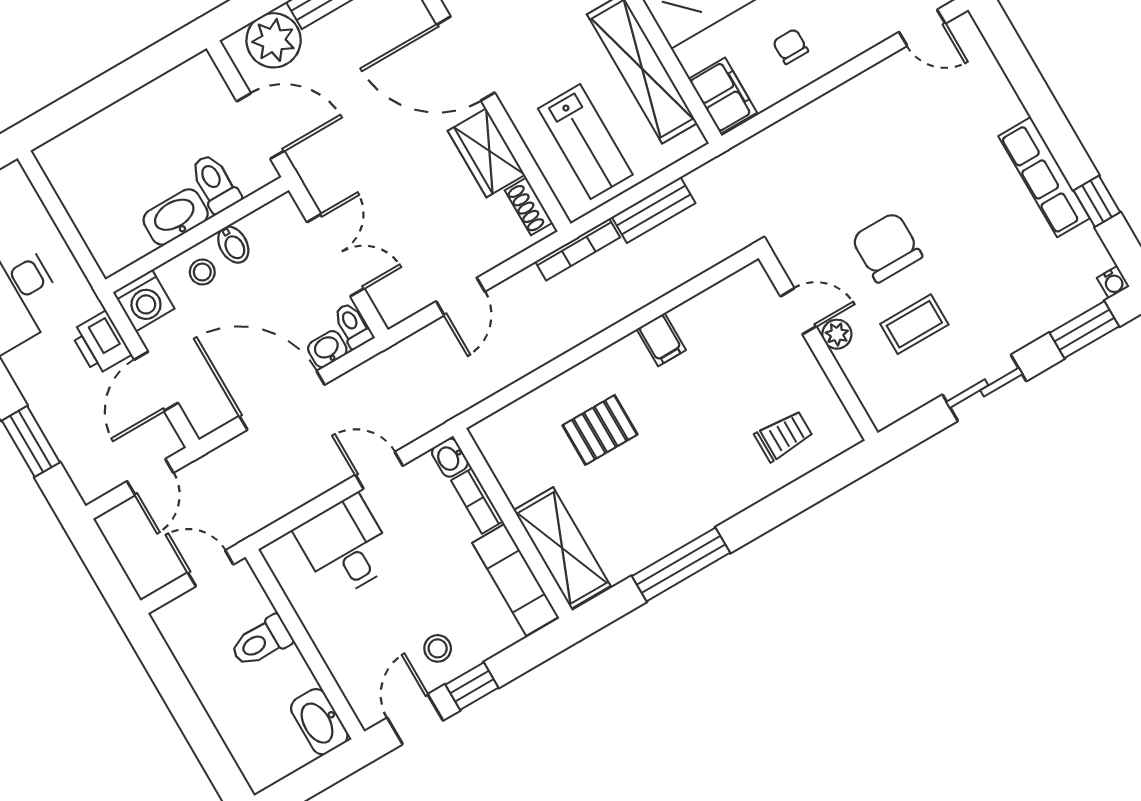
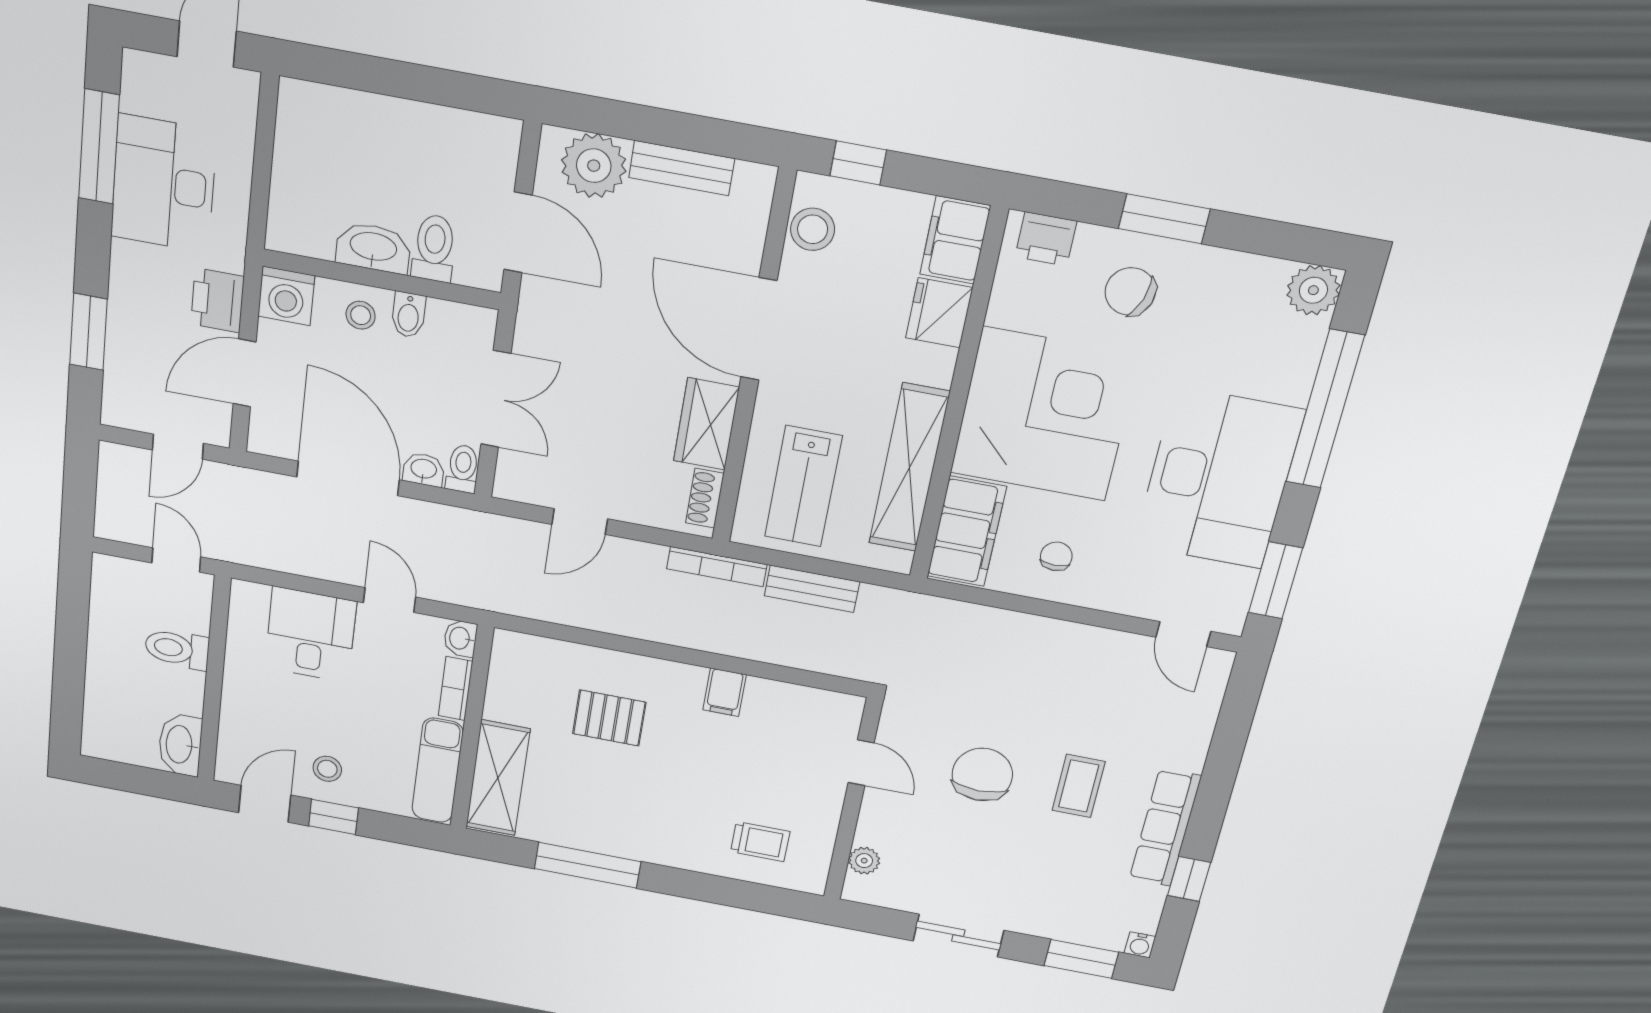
filing cabinet: (723, 96) -> (967, 531), width x1.50, depth x1.17
coffee table: (914, 324) -> (1079, 786), moved, turned 90
plant: (837, 334) -> (864, 861), moved

